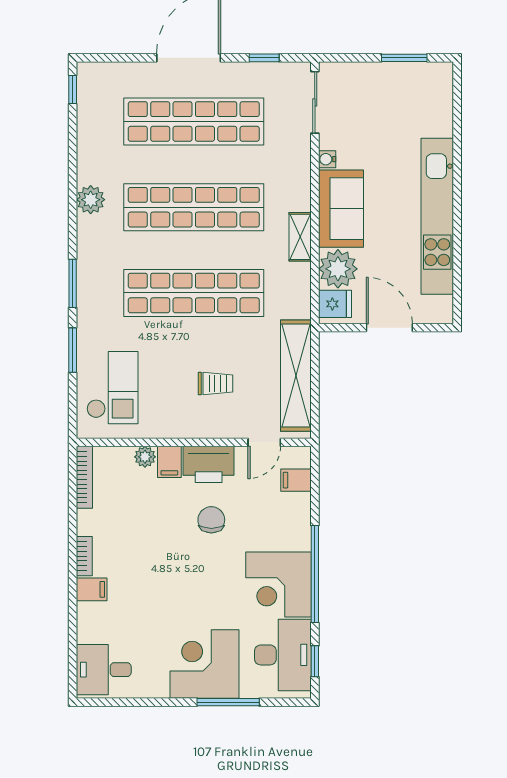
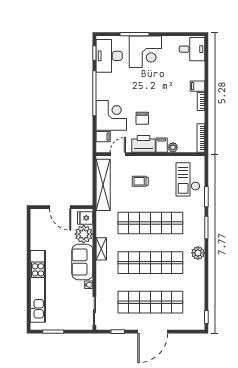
plant: (91, 200) -> (198, 253), moved
kitchen unit: (437, 216) -> (38, 286), moved
corner desk: (278, 584) -> (111, 115), moved

